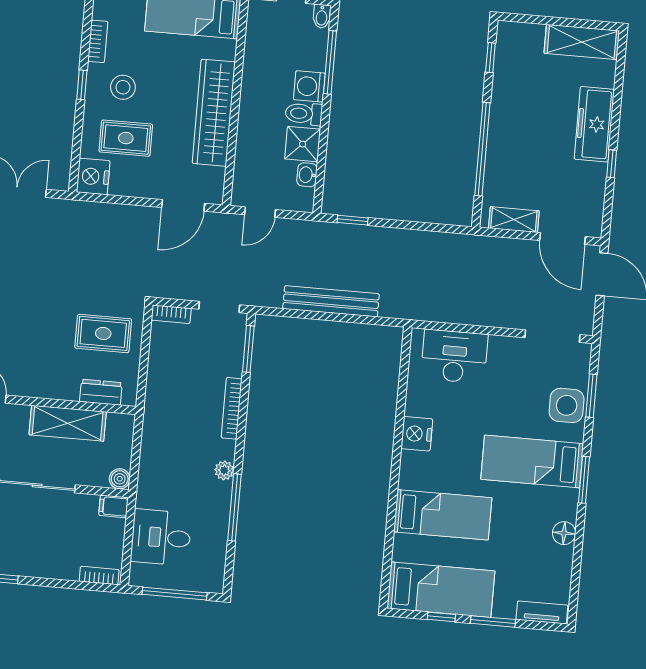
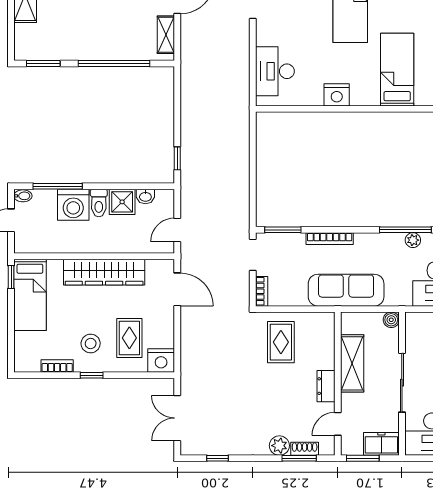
window: (490, 58) -> (43, 64), width x1.50
washing machine: (309, 86) -> (73, 205), width x1.37, depth x1.37
door: (260, 212) -> (177, 230), swing flipped
bench: (331, 301) -> (241, 170), removed
dresser: (101, 392) -> (326, 386), moved
sofa: (163, 424) -> (346, 290), added
plant: (224, 470) -> (413, 240), moved
filing cabinet: (114, 506) -> (413, 323), removed

